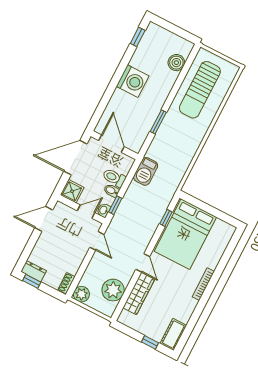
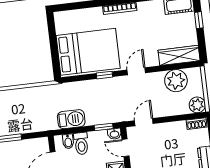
barbecue: (146, 171) -> (71, 119), moved
bidet: (111, 191) -> (68, 141), moved
window: (166, 218) -> (104, 75), moved
wardrobe: (139, 294) -> (179, 55), moved

